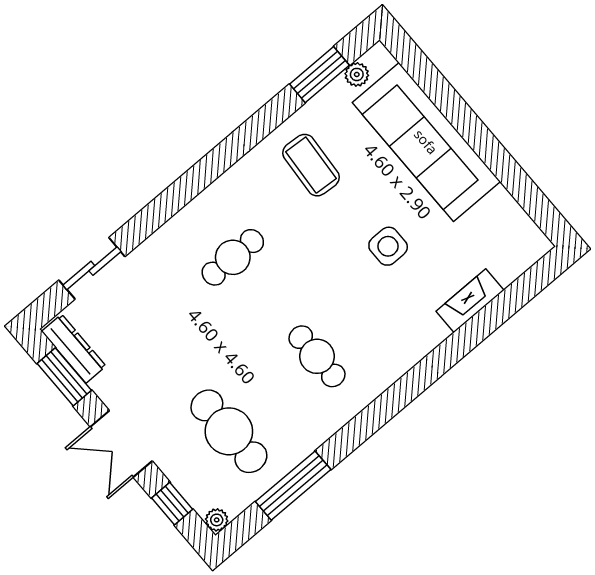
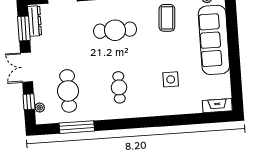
side table: (388, 246) -> (171, 79), moved
cafe table: (233, 257) -> (115, 30), width x1.37, depth x1.35
fireplace: (470, 301) -> (217, 106), moved
plant: (217, 520) -> (40, 108), moved

